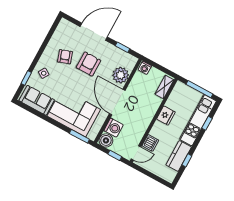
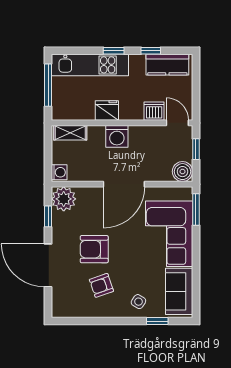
plant: (121, 75) -> (64, 199), moved
window: (207, 123) -> (114, 51), moved
washing machine: (114, 128) -> (117, 136), moved, turned 180
kitchen counter: (179, 156) -> (167, 65), moved

